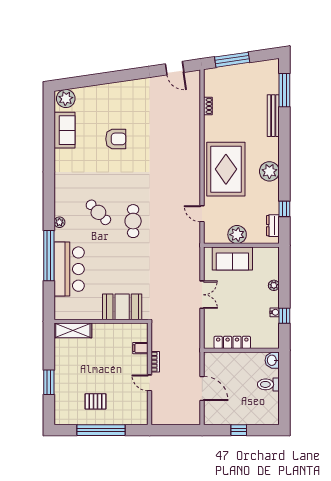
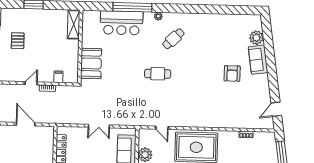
plant: (66, 99) -> (256, 38), moved
sofa: (64, 130) -> (258, 60), moved, turned 82
armchair: (116, 139) -> (232, 74), moved
cafe table: (98, 212) -> (173, 39), moved
door: (202, 214) -> (162, 128), swing flipped
door: (202, 388) -> (26, 124), swing flipped

